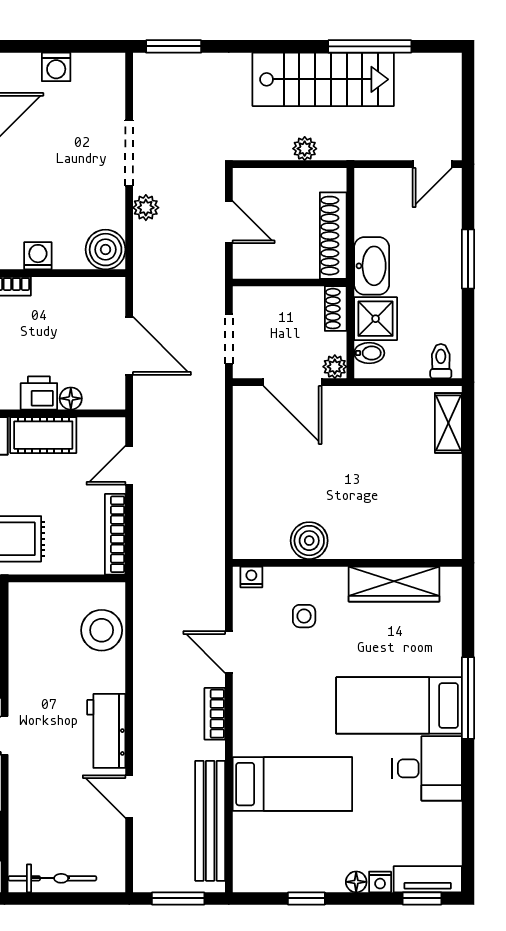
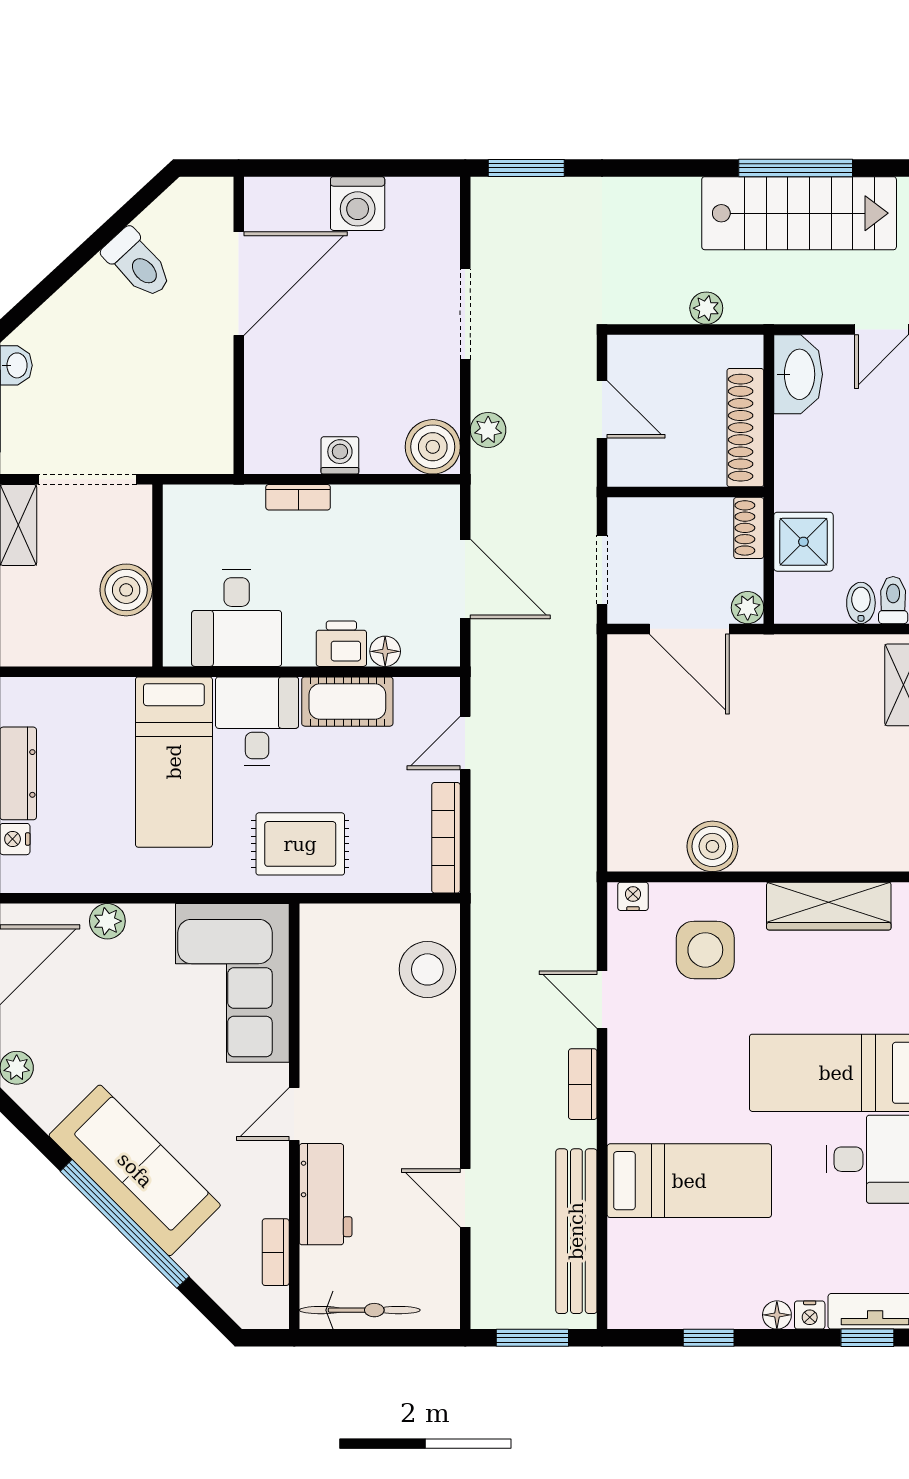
washing machine: (56, 67) -> (358, 204), width x1.38, depth x1.38
stairs: (323, 79) -> (799, 213), moved
plant: (146, 208) -> (488, 430), moved
washbasin: (372, 266) -> (798, 374), moved
bidet: (369, 353) -> (861, 603), moved, turned -90
side table: (304, 616) -> (705, 950), width x1.87, depth x1.87
workbench: (106, 731) -> (326, 1194), moved, turned 180

